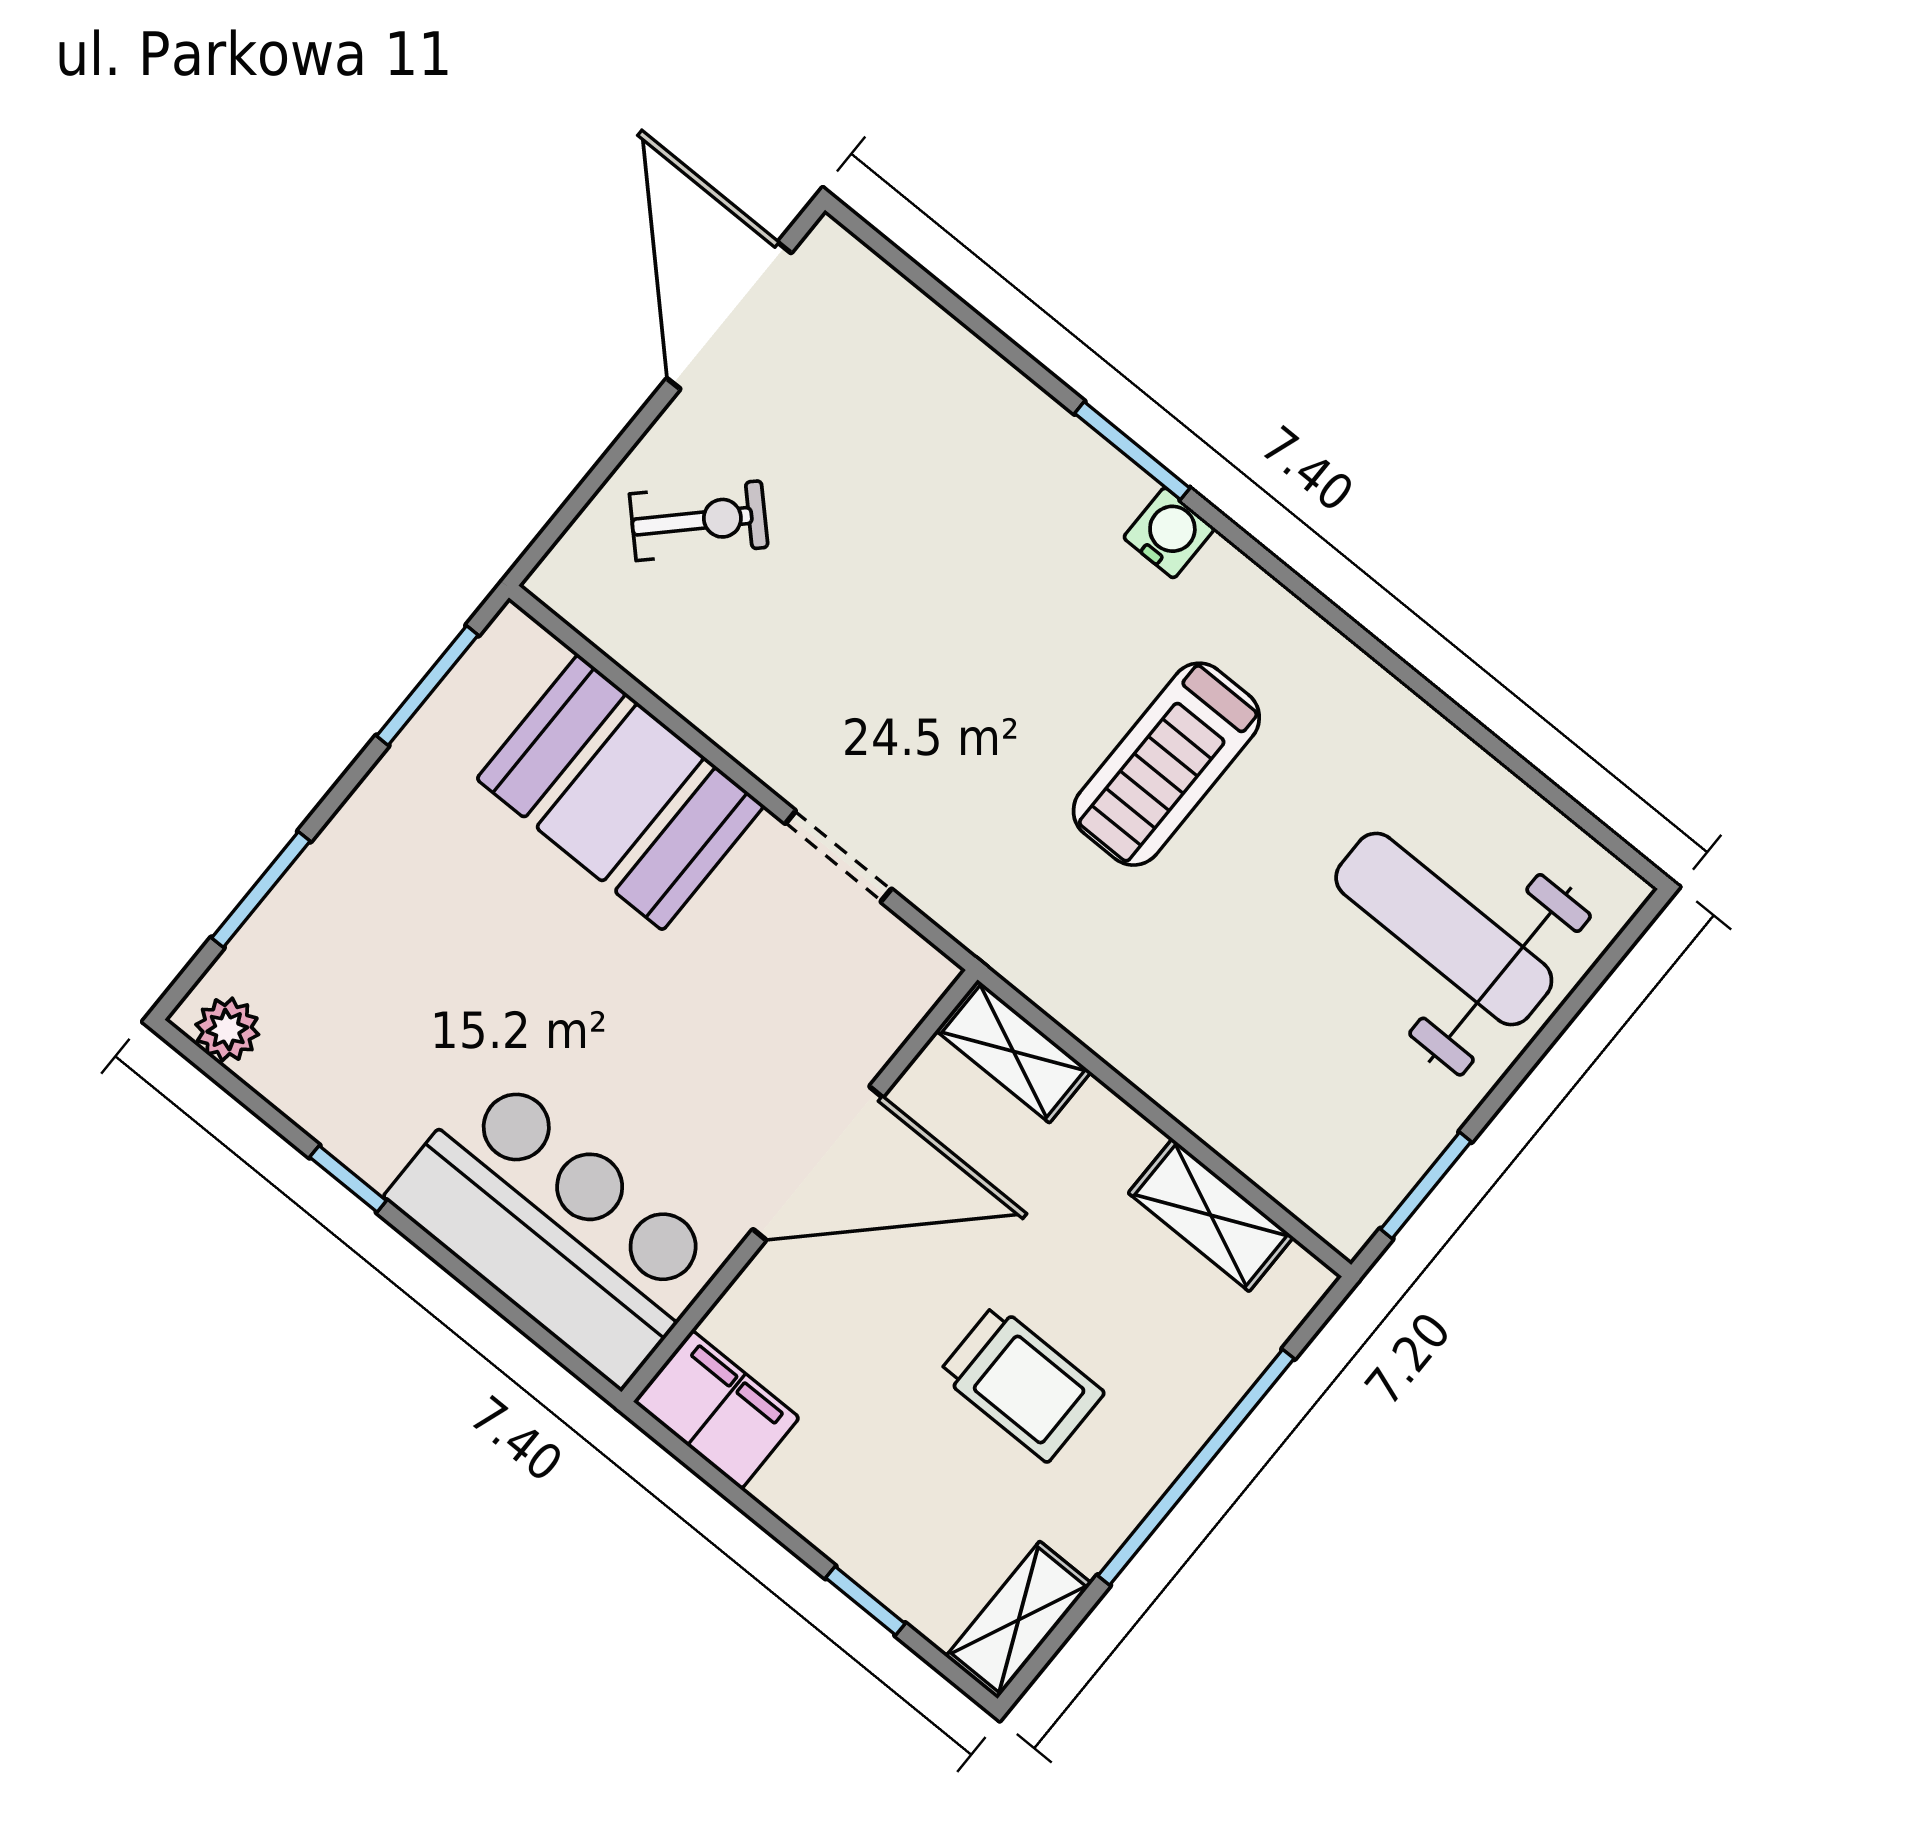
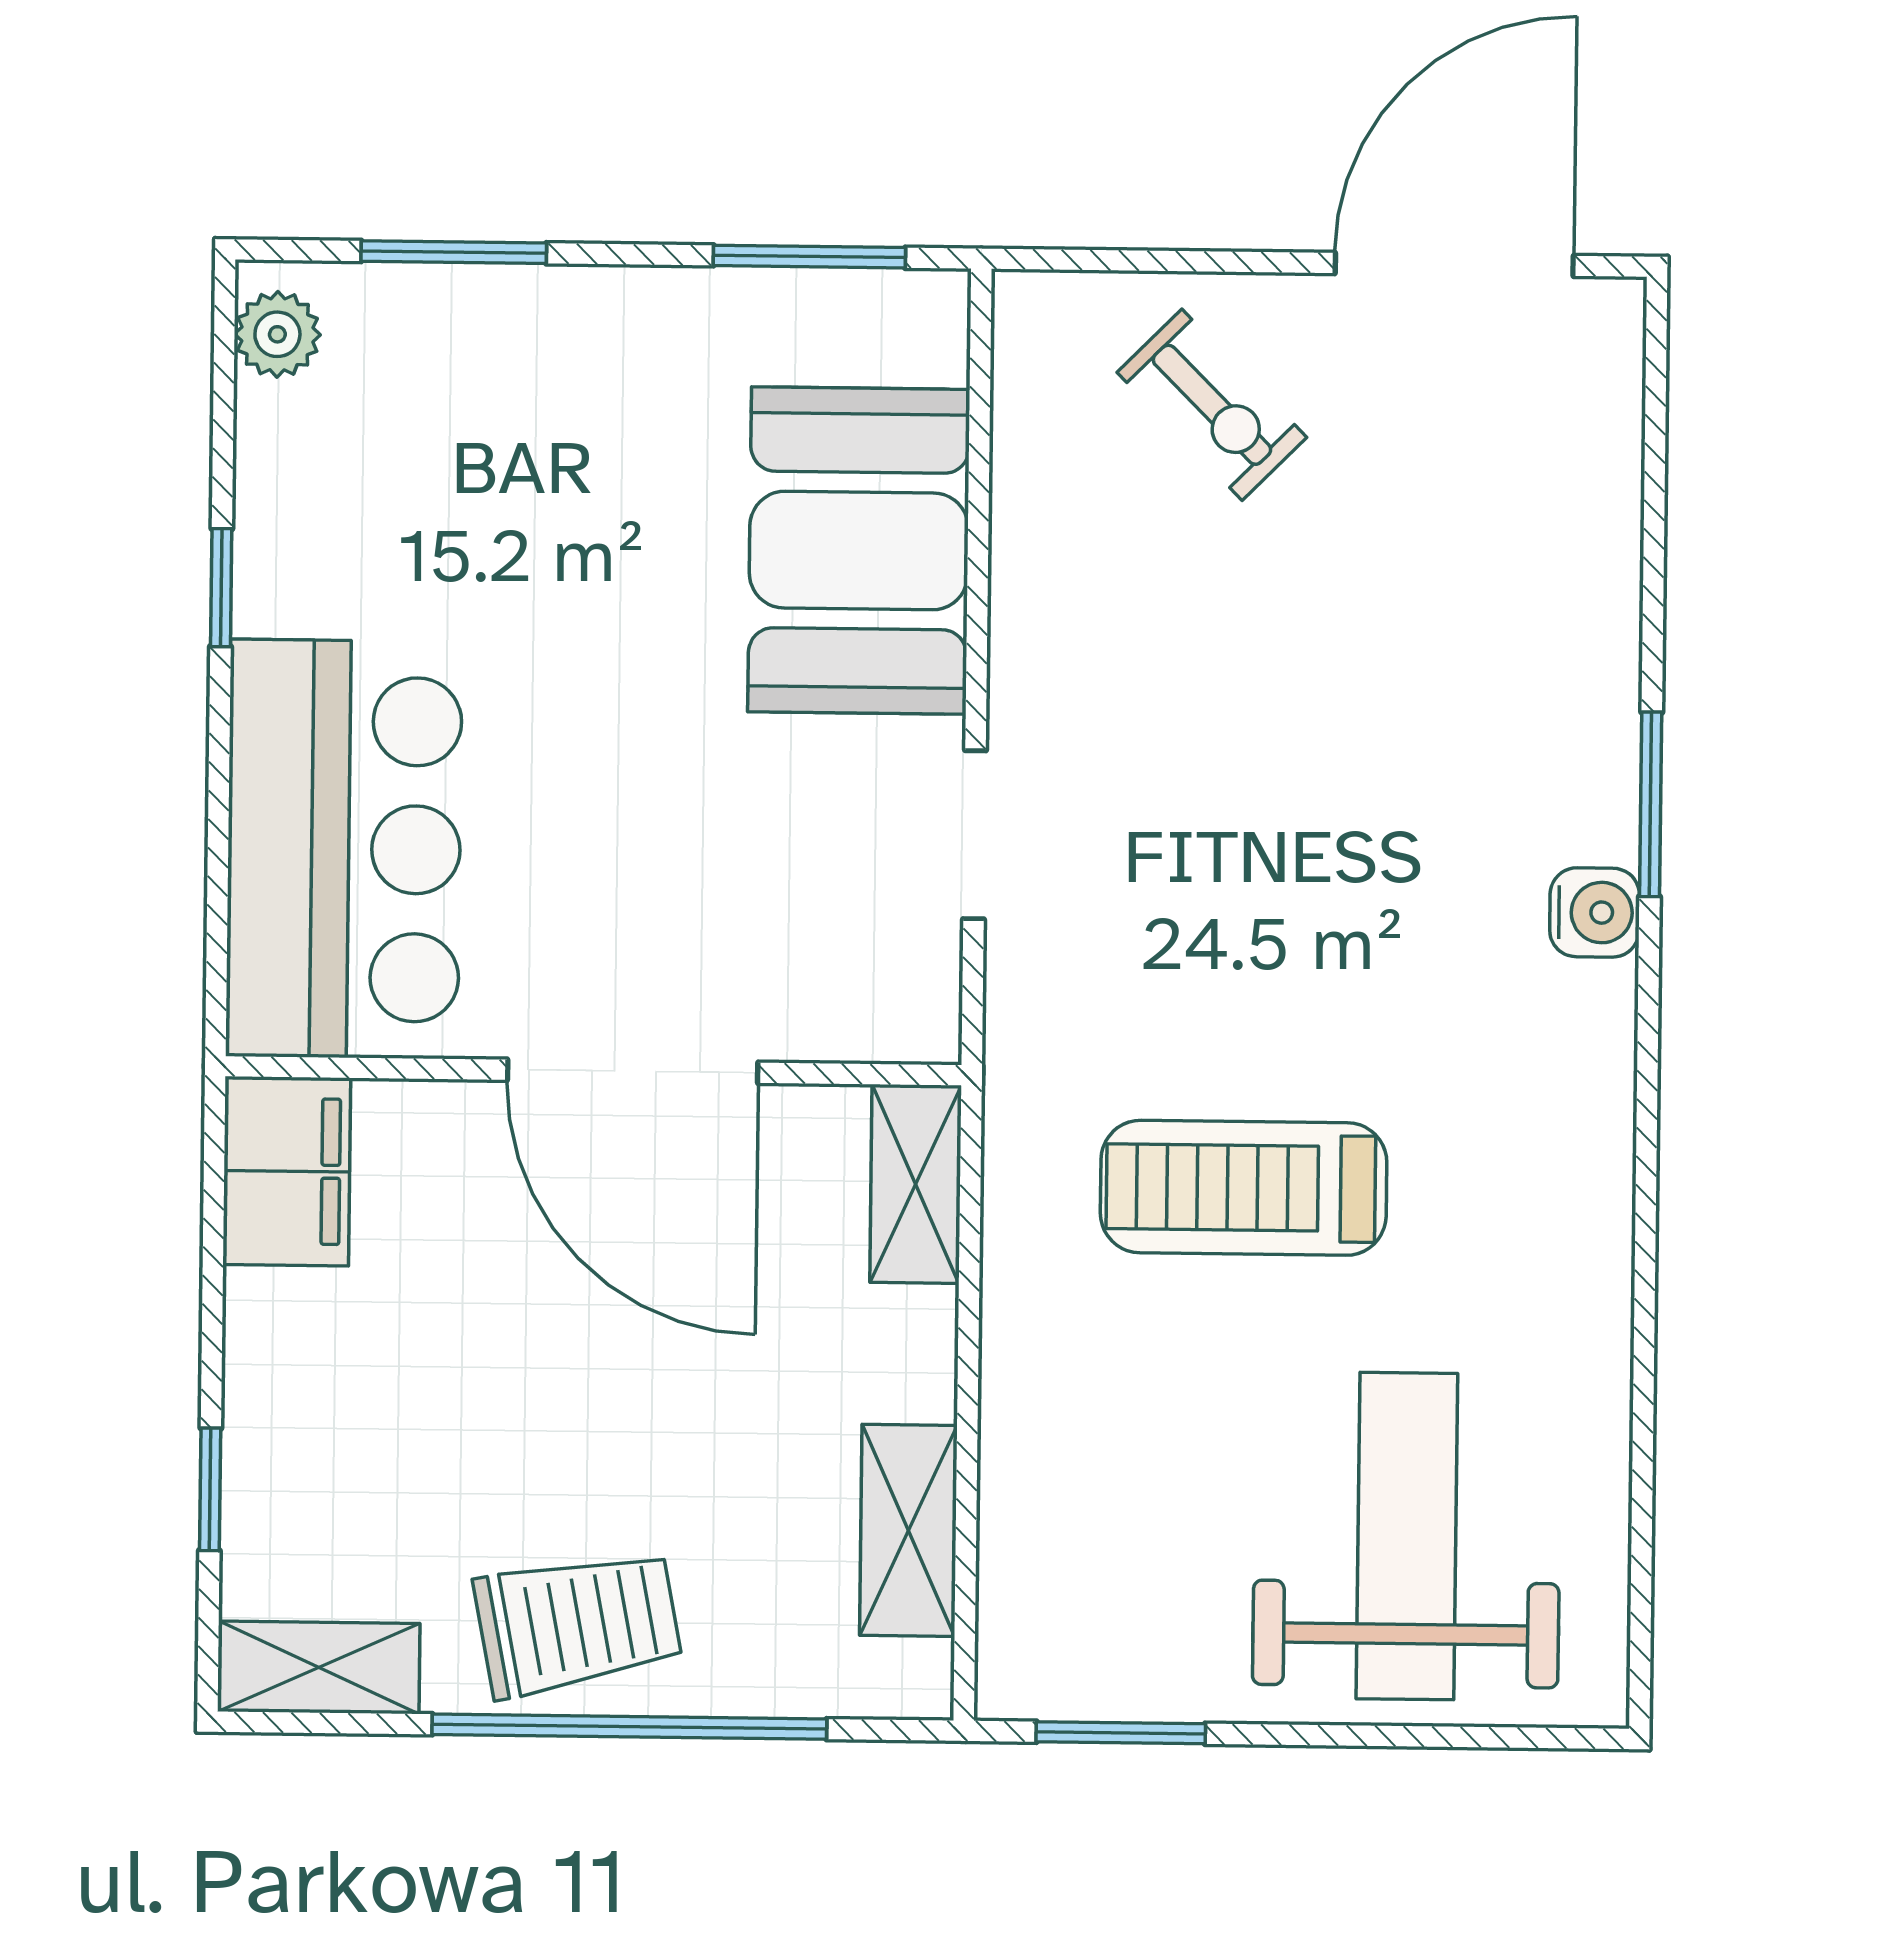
treadmill: (1166, 764) -> (1244, 1188), moved
trolley: (1021, 1383) -> (578, 1623), moved, turned -101

